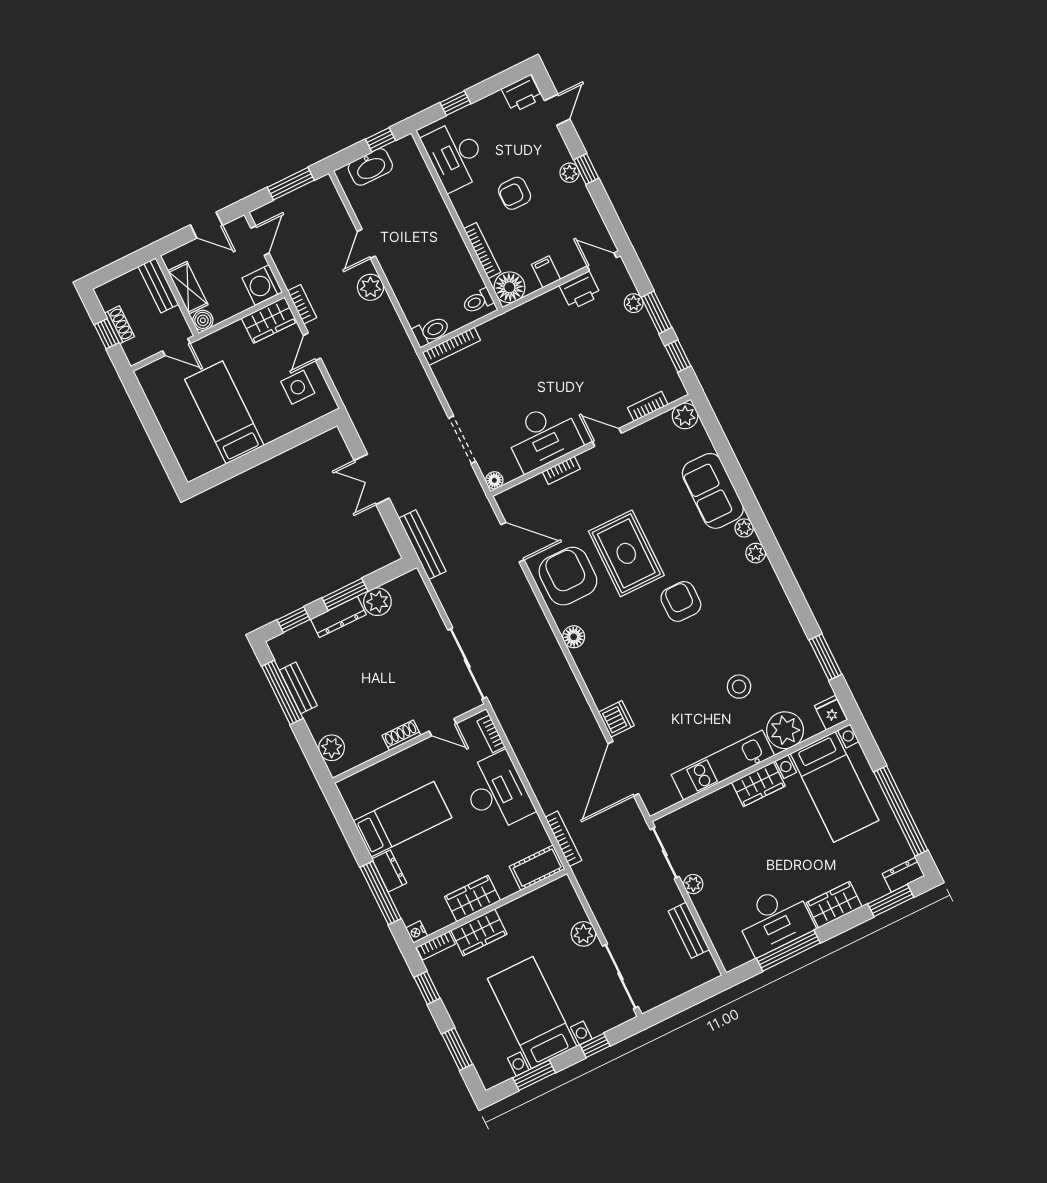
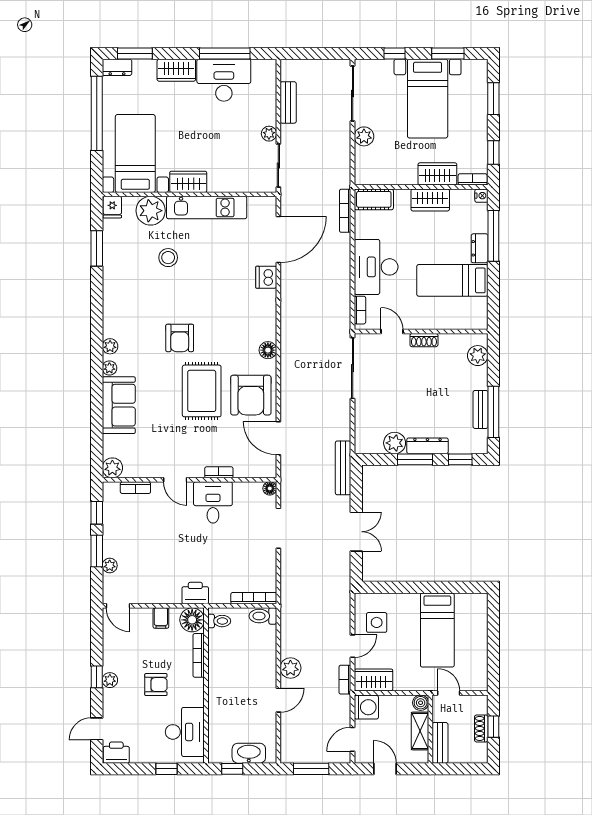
printer: (580, 290) -> (195, 593), moved
desk: (543, 437) -> (213, 502), width x0.73

